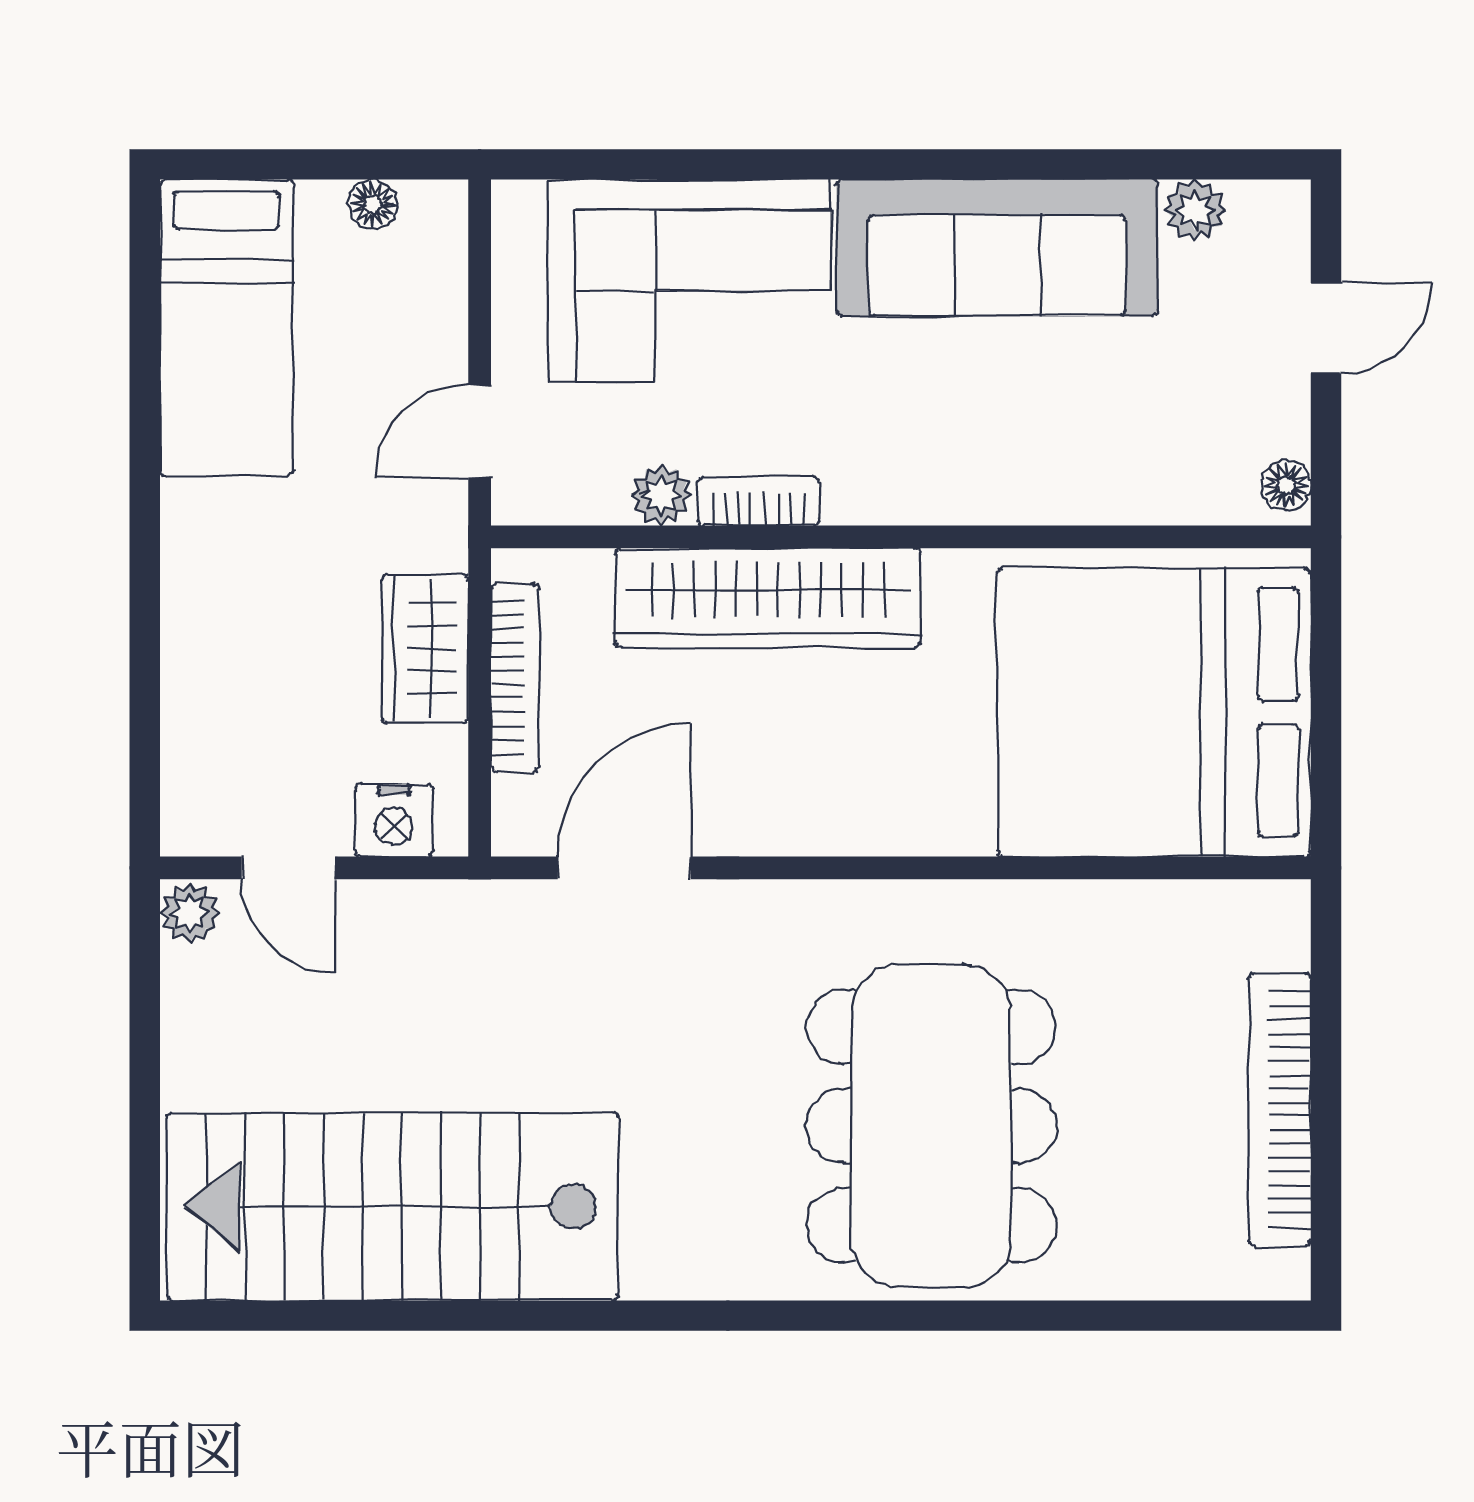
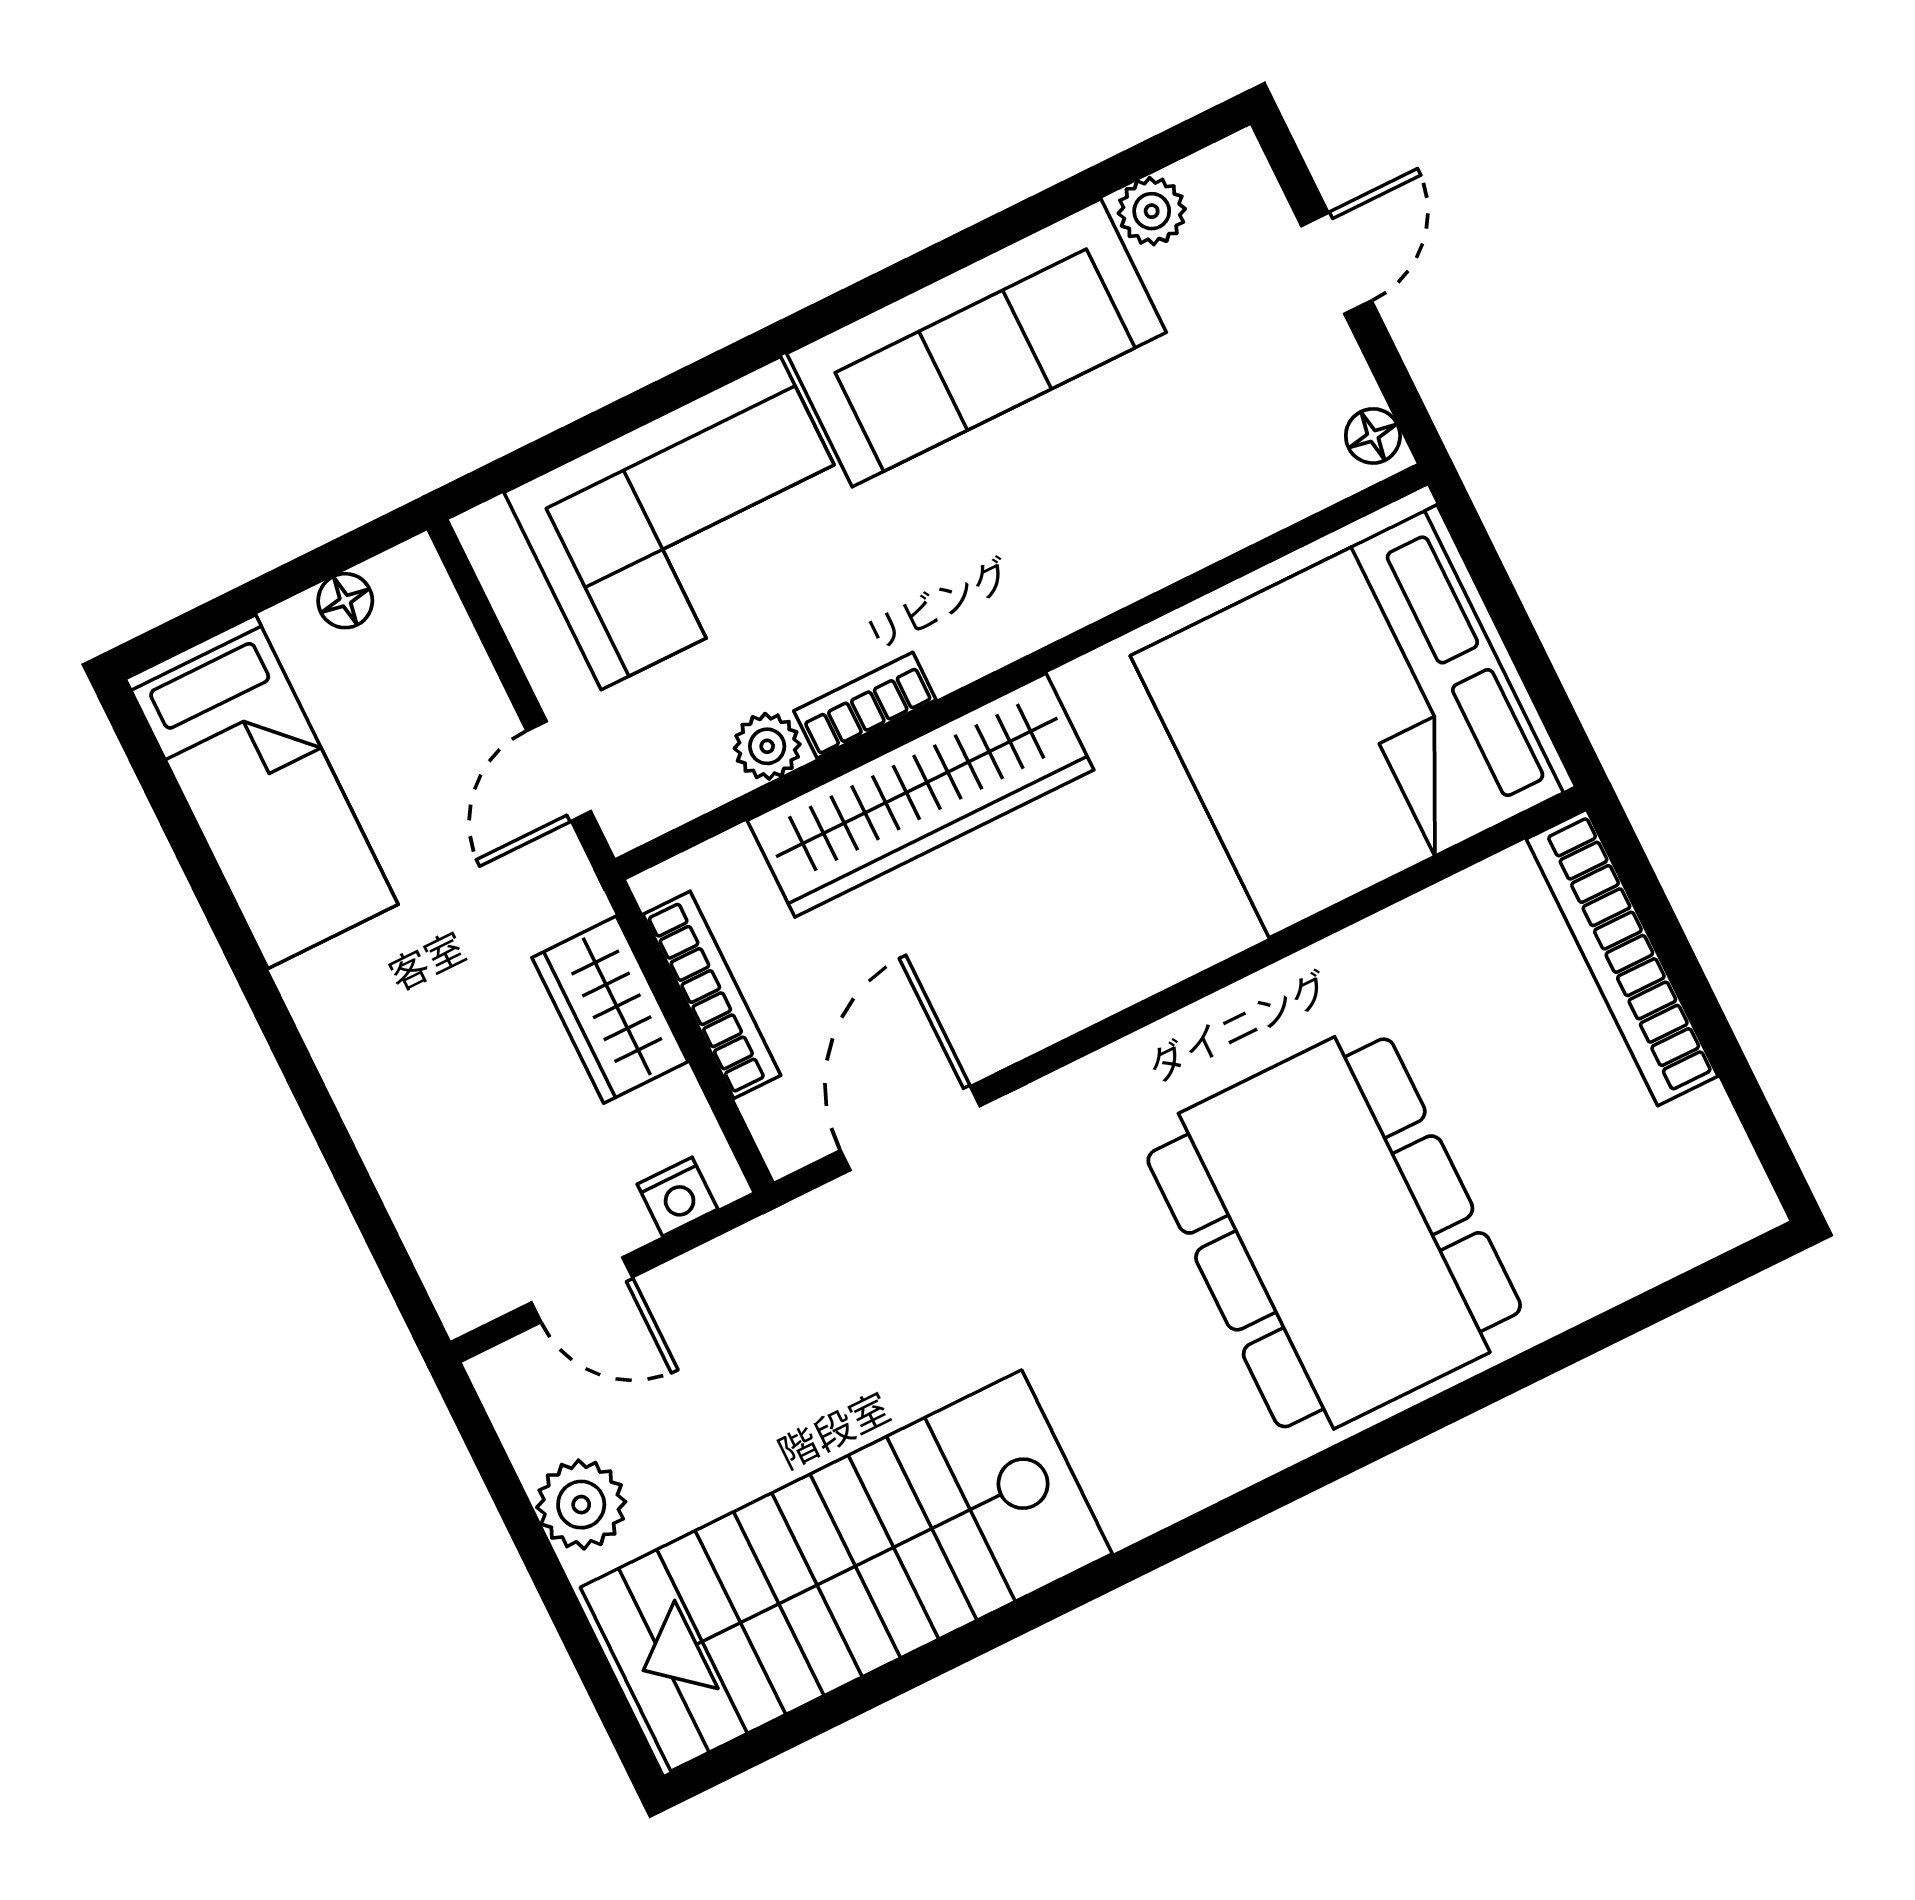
nightstand: (394, 821) -> (677, 1197), width x0.72, depth x0.74
plant: (190, 913) -> (581, 1505), moved, width x1.38, depth x1.38
bookcase: (1280, 1109) -> (1622, 957), moved

